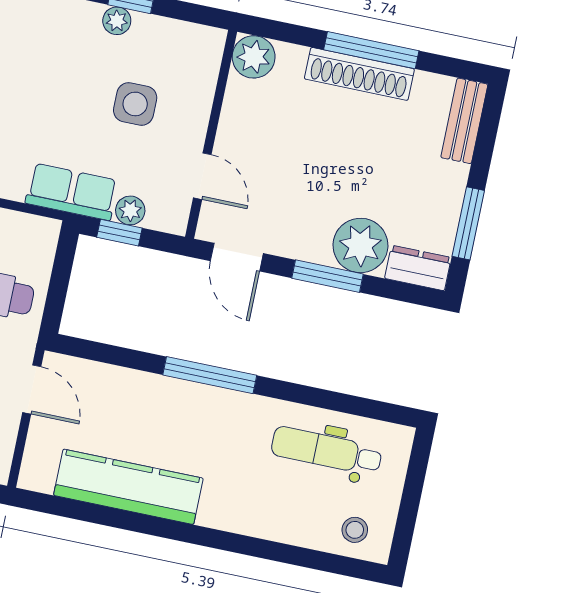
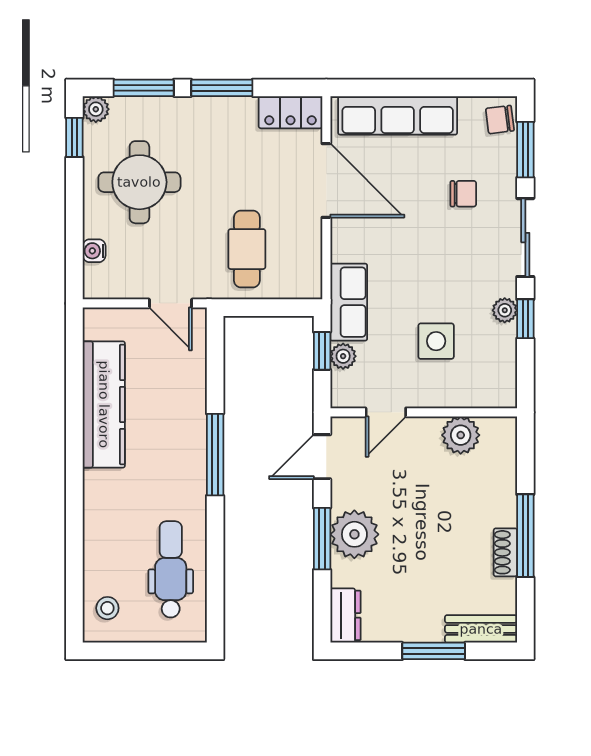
plant: (254, 57) -> (461, 435), moved
shoe rack: (359, 74) -> (505, 552), width x0.51, depth x0.81
window: (468, 223) -> (434, 651), moved
plant: (360, 245) -> (354, 534), moved
door: (32, 389) -> (170, 303), hinge flipped

